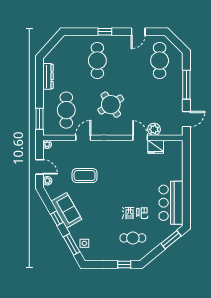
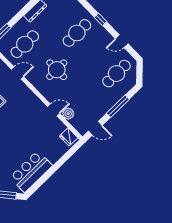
round table: (111, 105) -> (57, 70), turned 33
door: (140, 138) -> (54, 110), hinge flipped
fridge: (156, 147) -> (69, 137), moved

